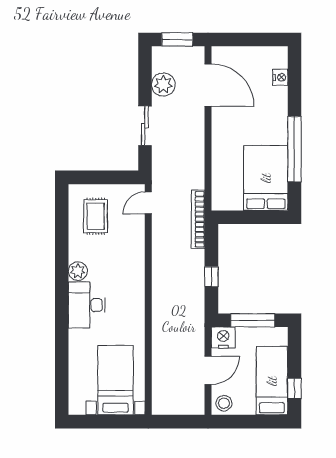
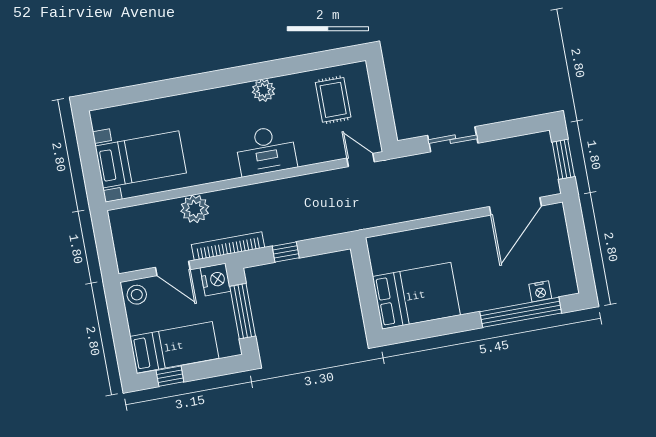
plant: (163, 85) -> (195, 209), moved
window: (294, 149) -> (521, 312), moved
rug: (96, 216) -> (333, 100), turned 90
bookcase: (198, 219) -> (228, 246), moved
desk: (87, 305) -> (266, 151), moved, turned 180

